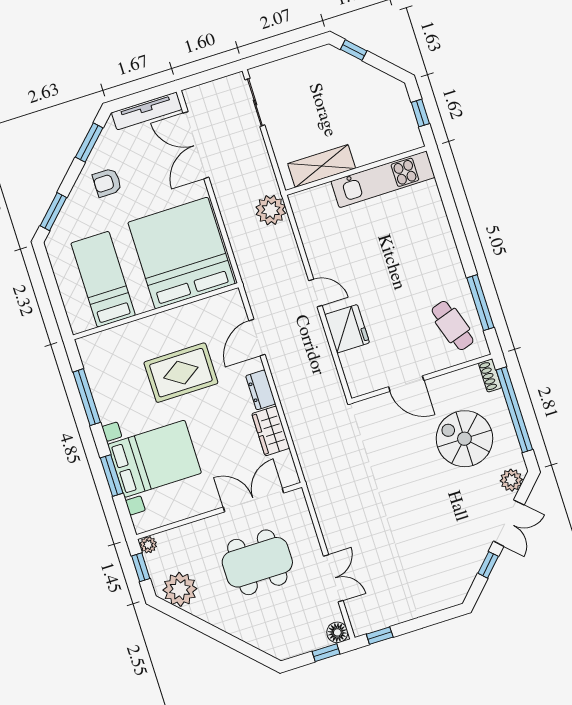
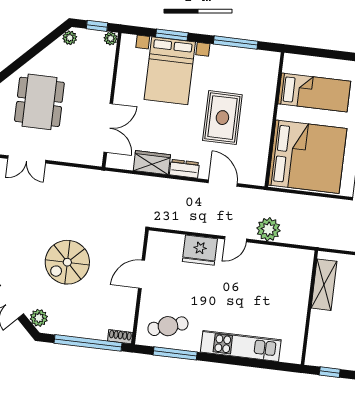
kitchen unit: (383, 179) -> (241, 346), moved, turned 90
plant: (271, 210) -> (268, 229), moved
spiral stairs: (464, 439) -> (67, 262), moved, turned 180
dining table: (257, 562) -> (39, 102), moved
plant: (180, 589) -> (70, 38), width x0.53, depth x0.53

